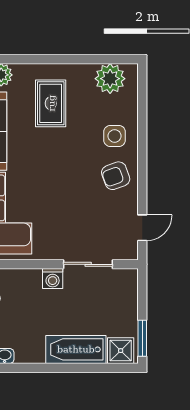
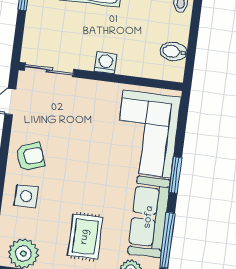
sliding door: (88, 264) -> (49, 70), moved

